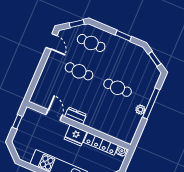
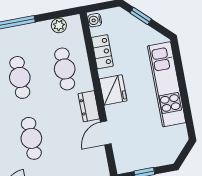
plant: (140, 110) -> (59, 25), moved
cafe table: (105, 116) -> (65, 69), added
locker: (101, 144) -> (102, 52), width x0.66

